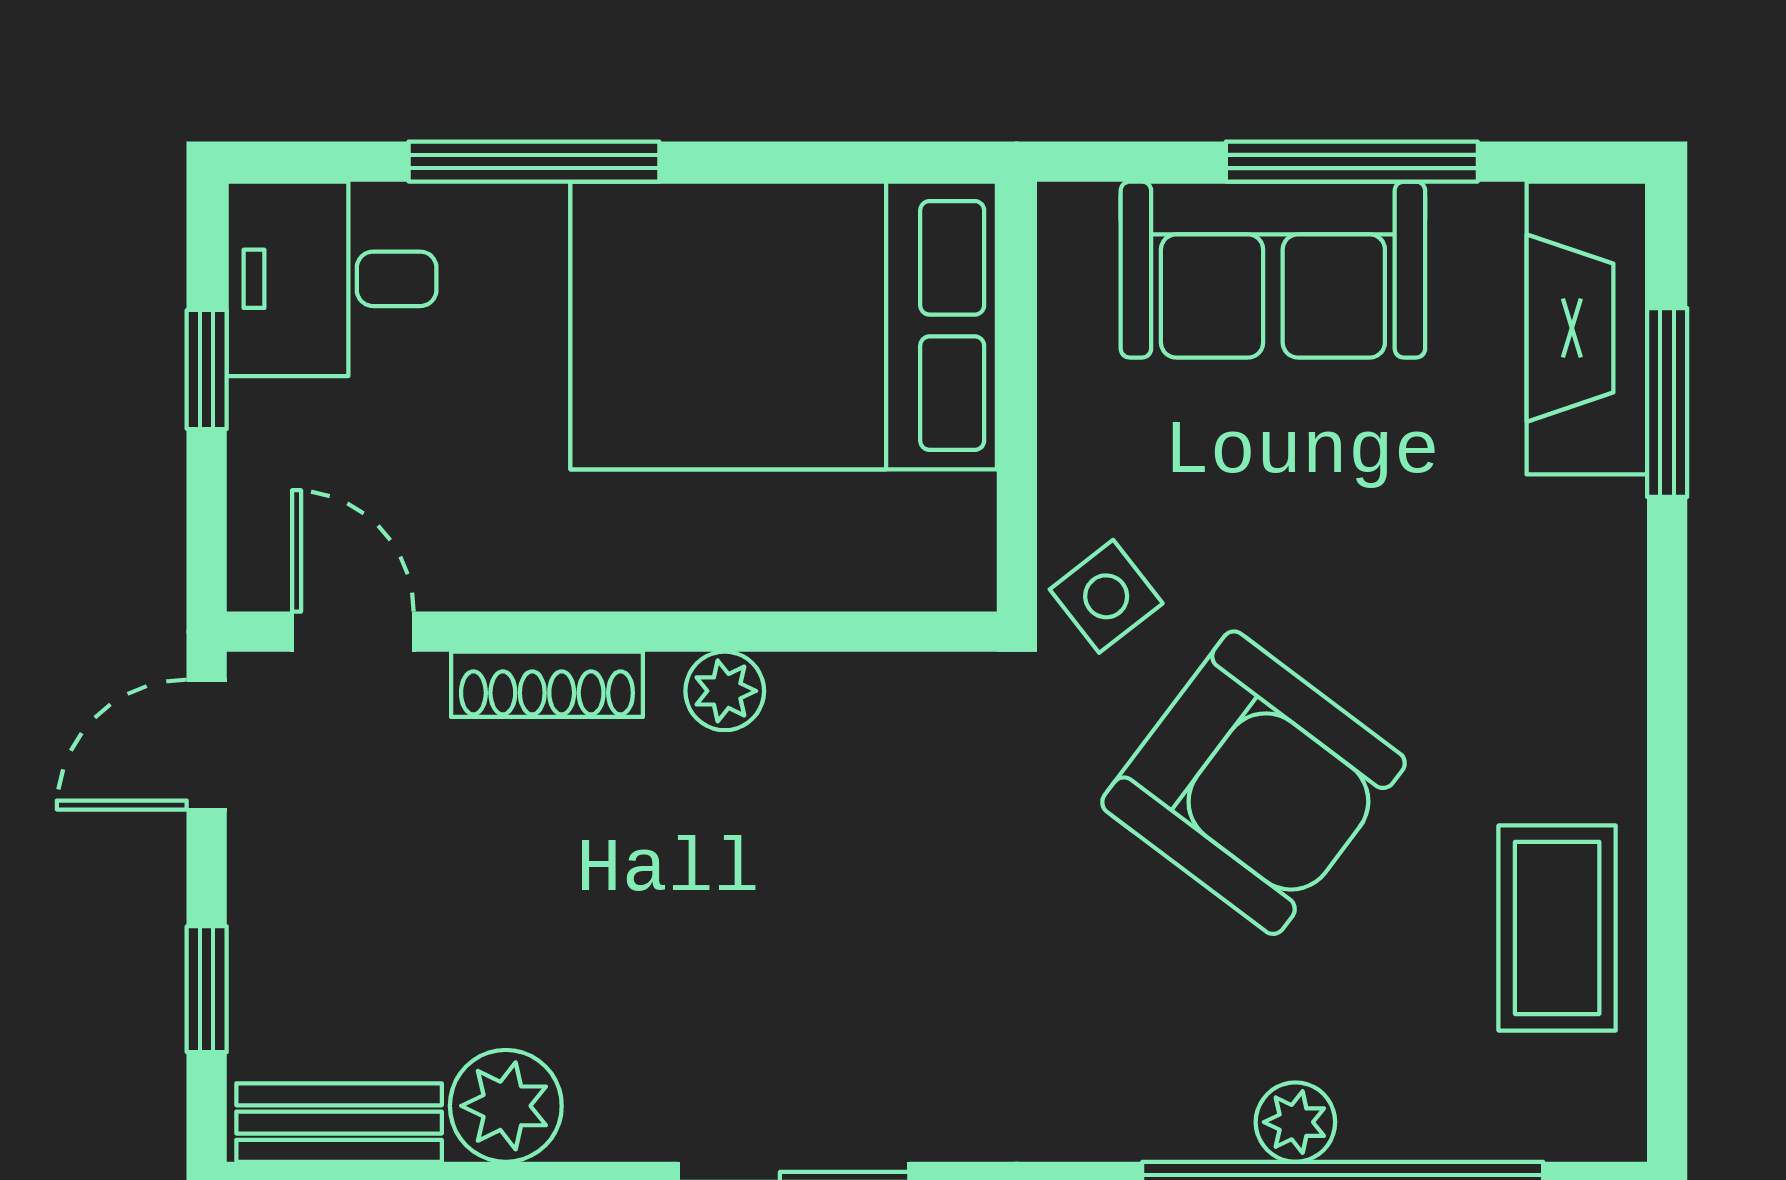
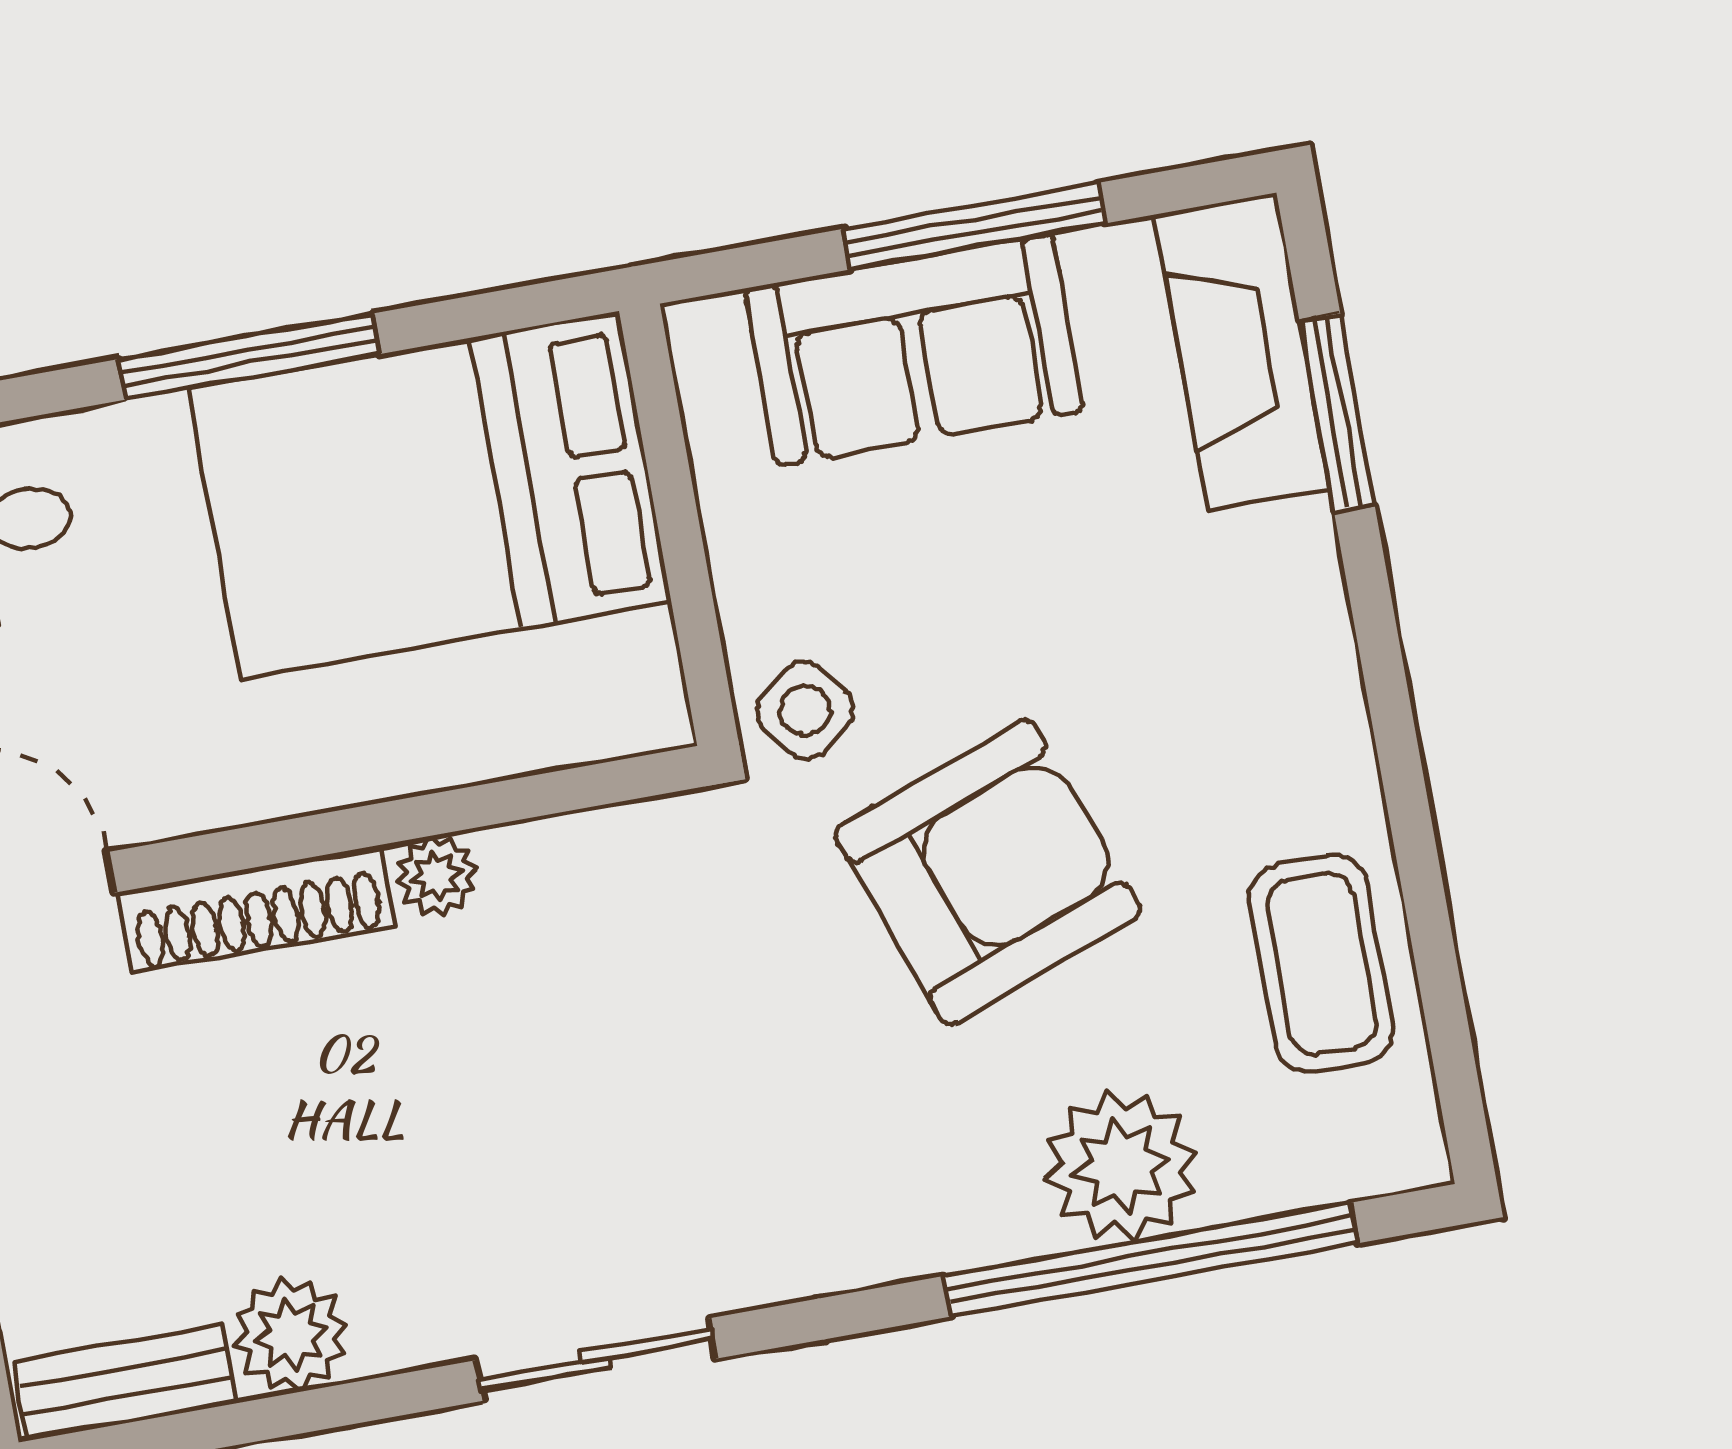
window: (534, 162) -> (249, 357), moved
shoe rack: (547, 684) -> (257, 909), width x1.36, depth x1.24
armchair: (1253, 783) -> (988, 872), turned -57
plant: (1295, 1122) -> (1121, 1166), width x1.88, depth x1.88

